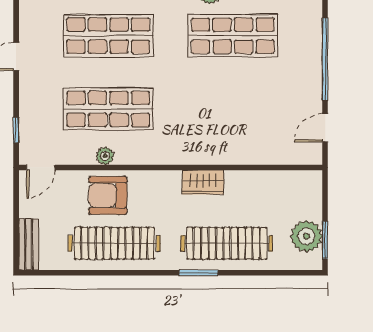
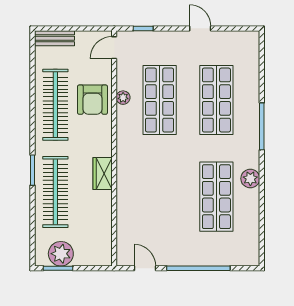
door: (41, 167) -> (114, 48), hinge flipped
armchair: (108, 195) -> (92, 100), turned 180

